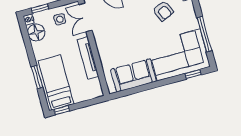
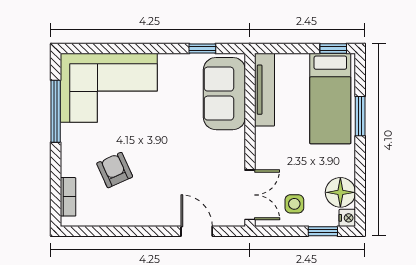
tv unit: (88, 58) -> (265, 90), moved
window: (193, 74) -> (202, 48), moved
sofa: (133, 75) -> (224, 94), moved, turned 90

